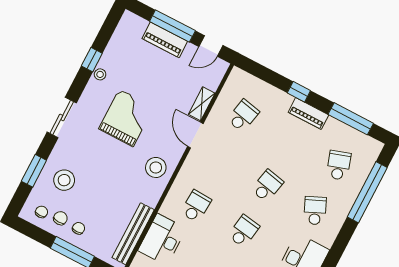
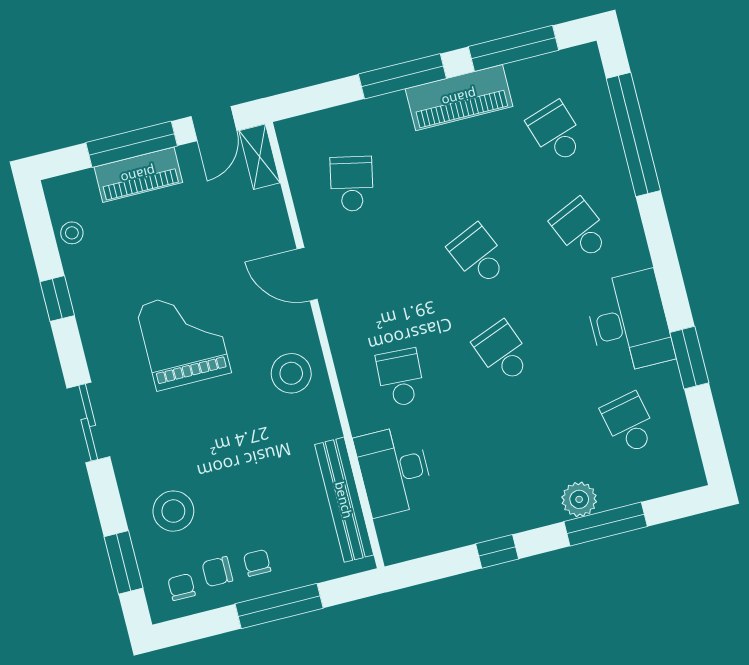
stool: (100, 74) -> (72, 233), moved
window: (299, 92) -> (402, 76), width x2.17
shelving: (202, 104) -> (259, 157), moved
piano: (308, 114) -> (459, 98), width x1.37, depth x1.33
window: (34, 171) -> (123, 562), moved
school desk: (267, 186) -> (478, 255), turned -36
chair: (60, 218) -> (217, 572), turned -93
school desk: (244, 231) -> (503, 352), turned -30

